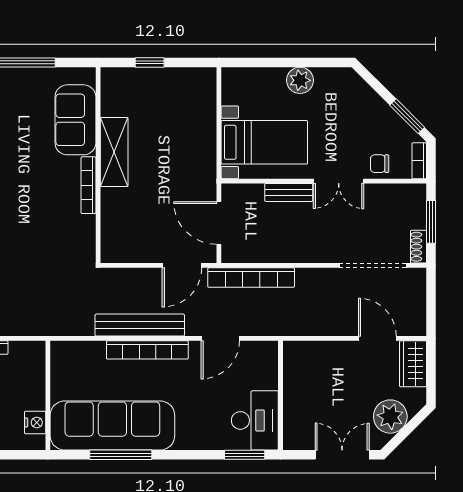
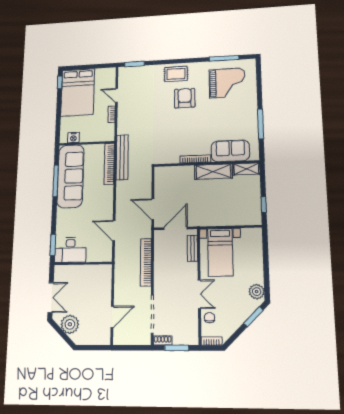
window: (150, 62) -> (264, 205), moved
plant: (300, 80) -> (257, 292), moved
shelving: (111, 91) -> (246, 169), added
window: (407, 116) -> (253, 317), moved
double door: (339, 181) -> (199, 294), swing flipped
bench: (289, 192) -> (192, 248), moved
bookcase: (251, 278) -> (146, 262), moved
bench: (140, 325) -> (122, 157), moved
bookcase: (147, 350) -> (109, 164), moved
wardrobe: (413, 364) -> (98, 337), removed

